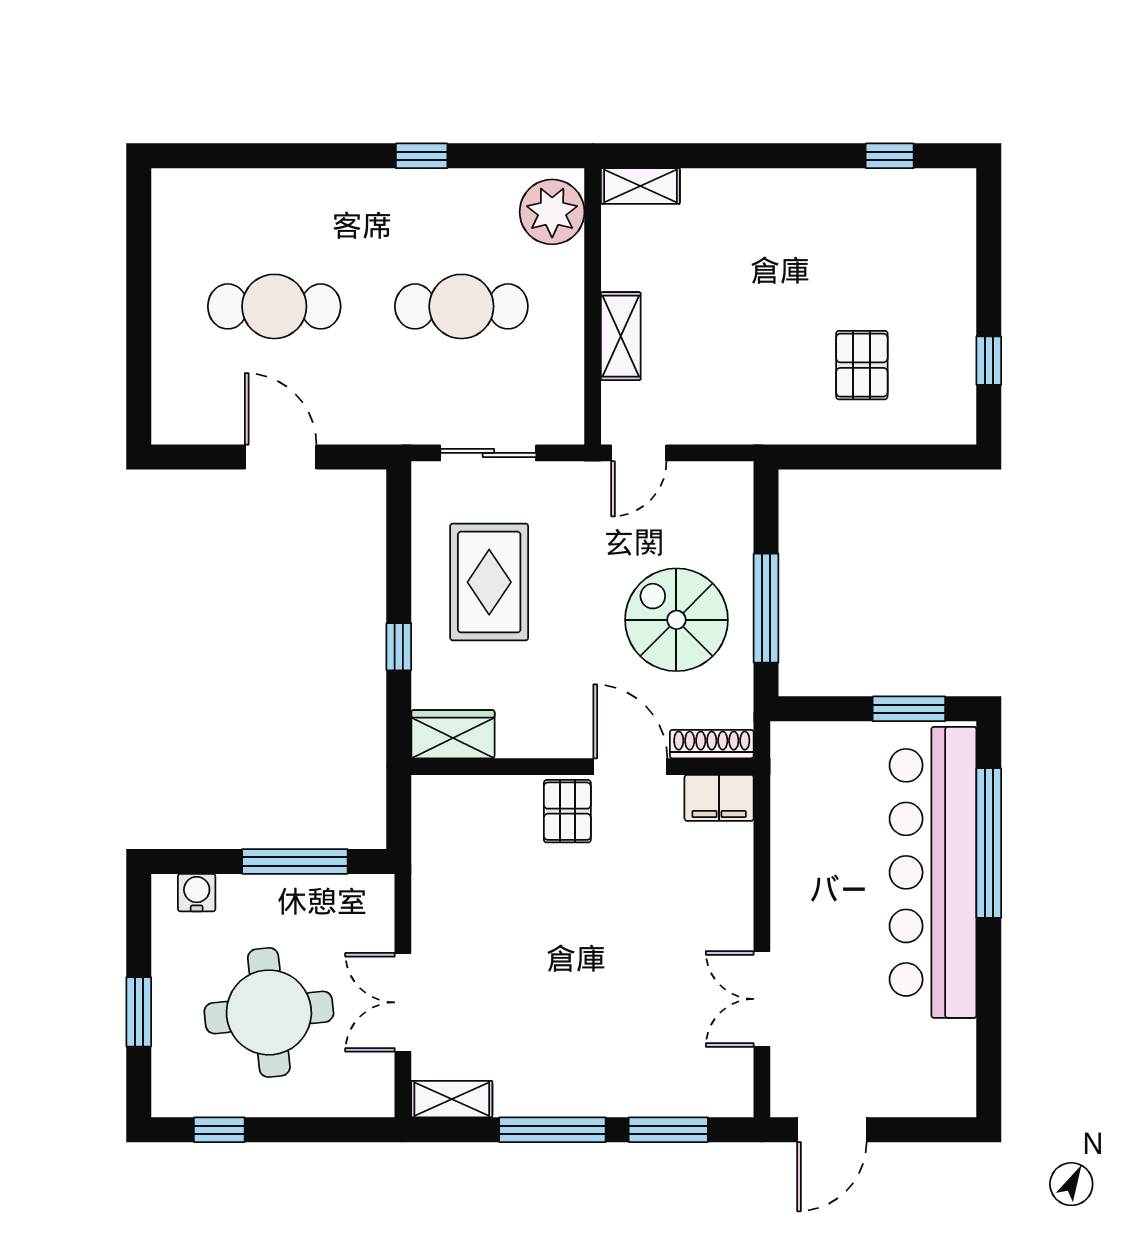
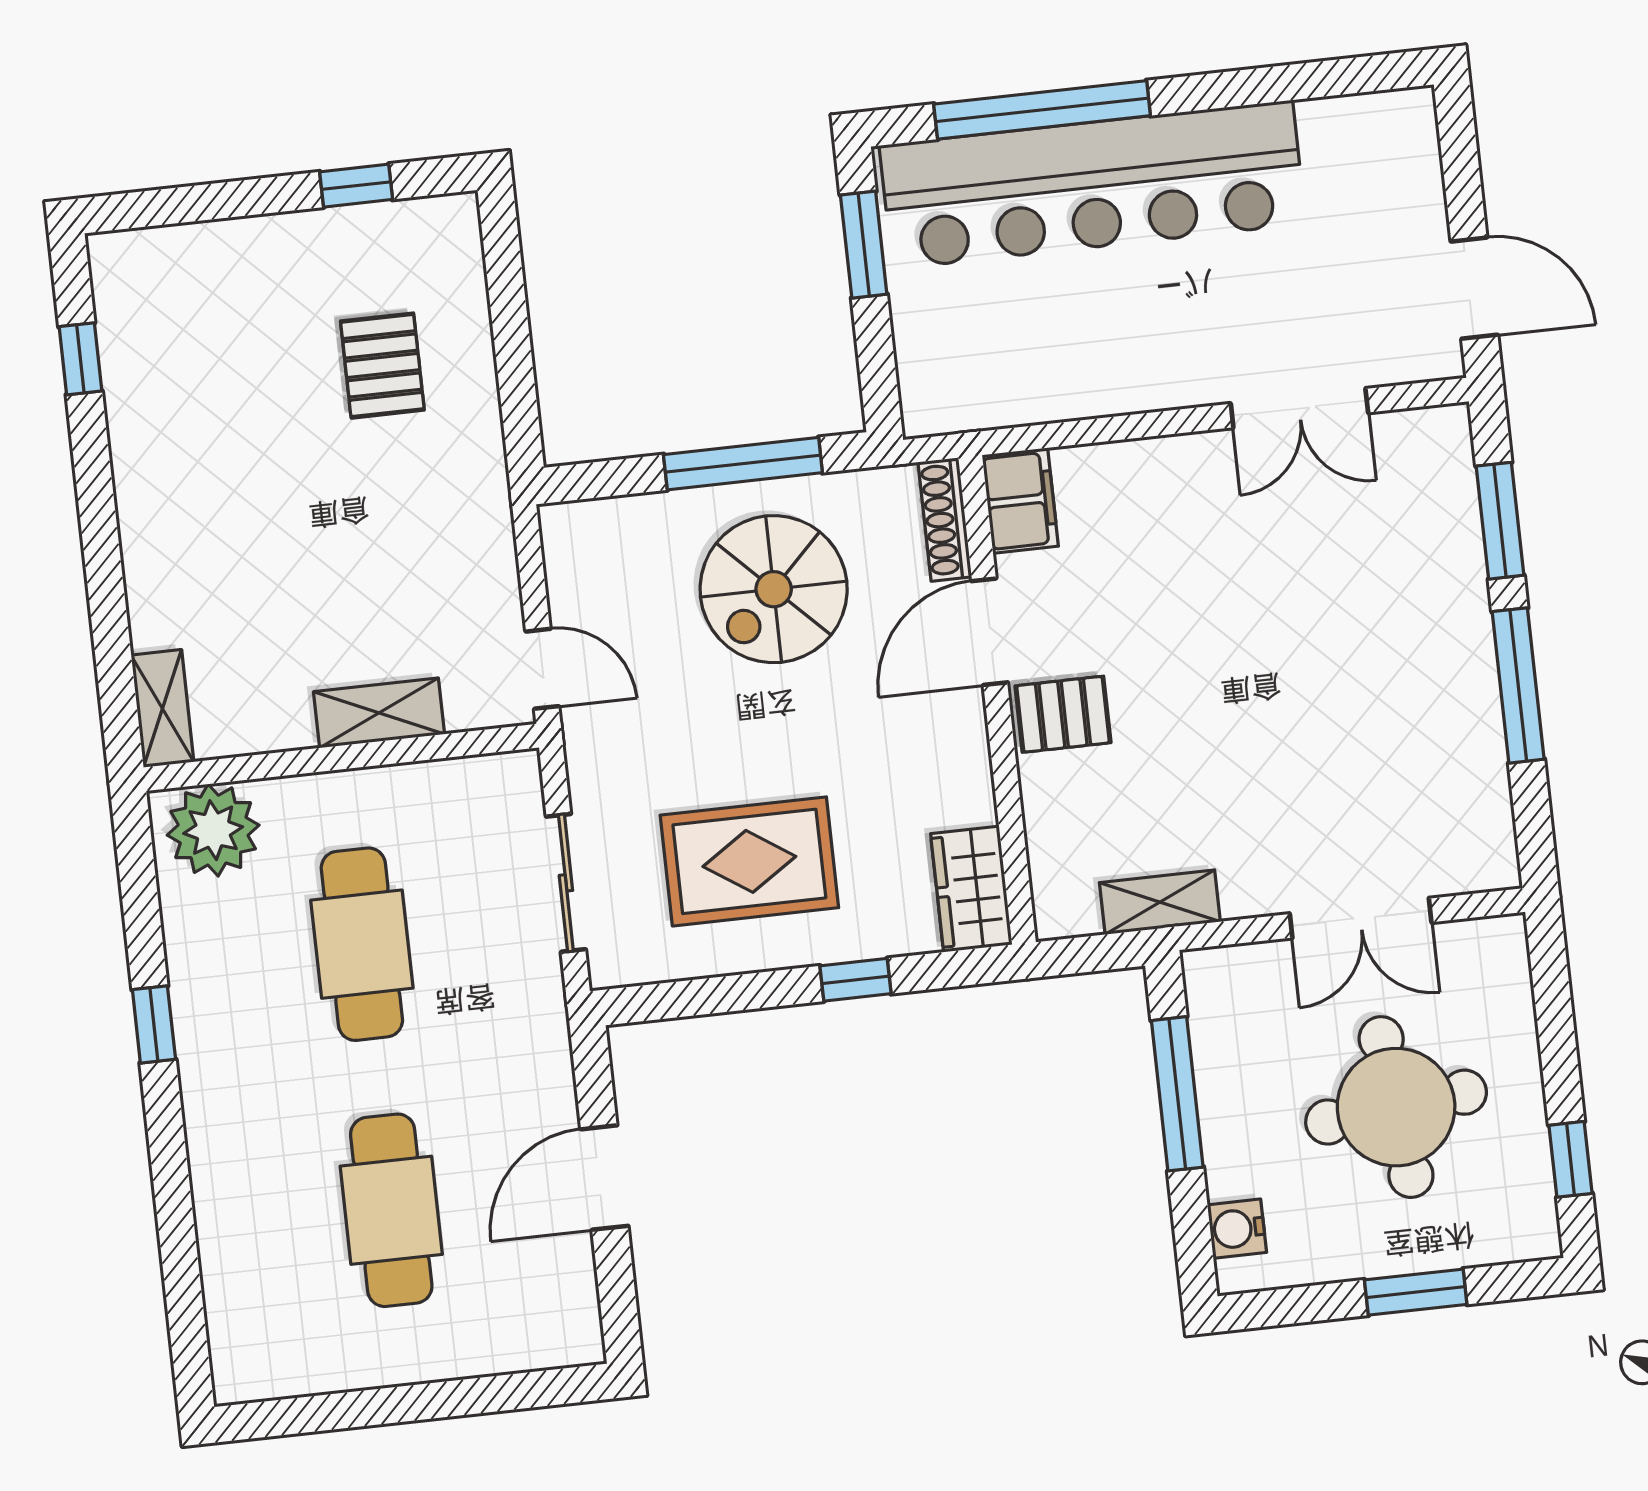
pallet: (862, 365) -> (382, 366), turned 90
shelving: (452, 1099) -> (1160, 902), moved, turned 90

